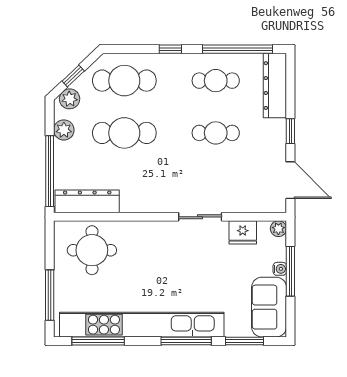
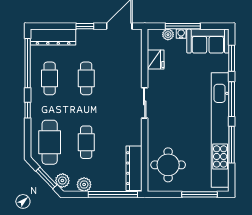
window: (73, 76) -> (46, 178), width x1.50
cafe table: (124, 133) -> (86, 142), width x0.73, depth x0.74
sliding door: (200, 217) -> (145, 103), moved
plant: (278, 229) -> (168, 35), moved
window: (98, 341) -> (232, 145), moved

